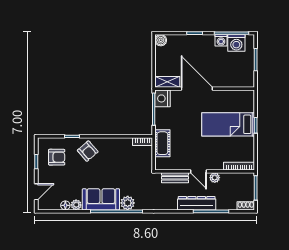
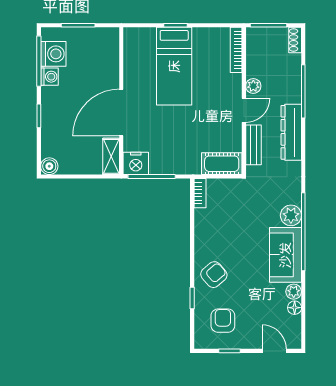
cot: (162, 143) -> (222, 164), moved
dresser: (197, 203) -> (291, 132), moved

